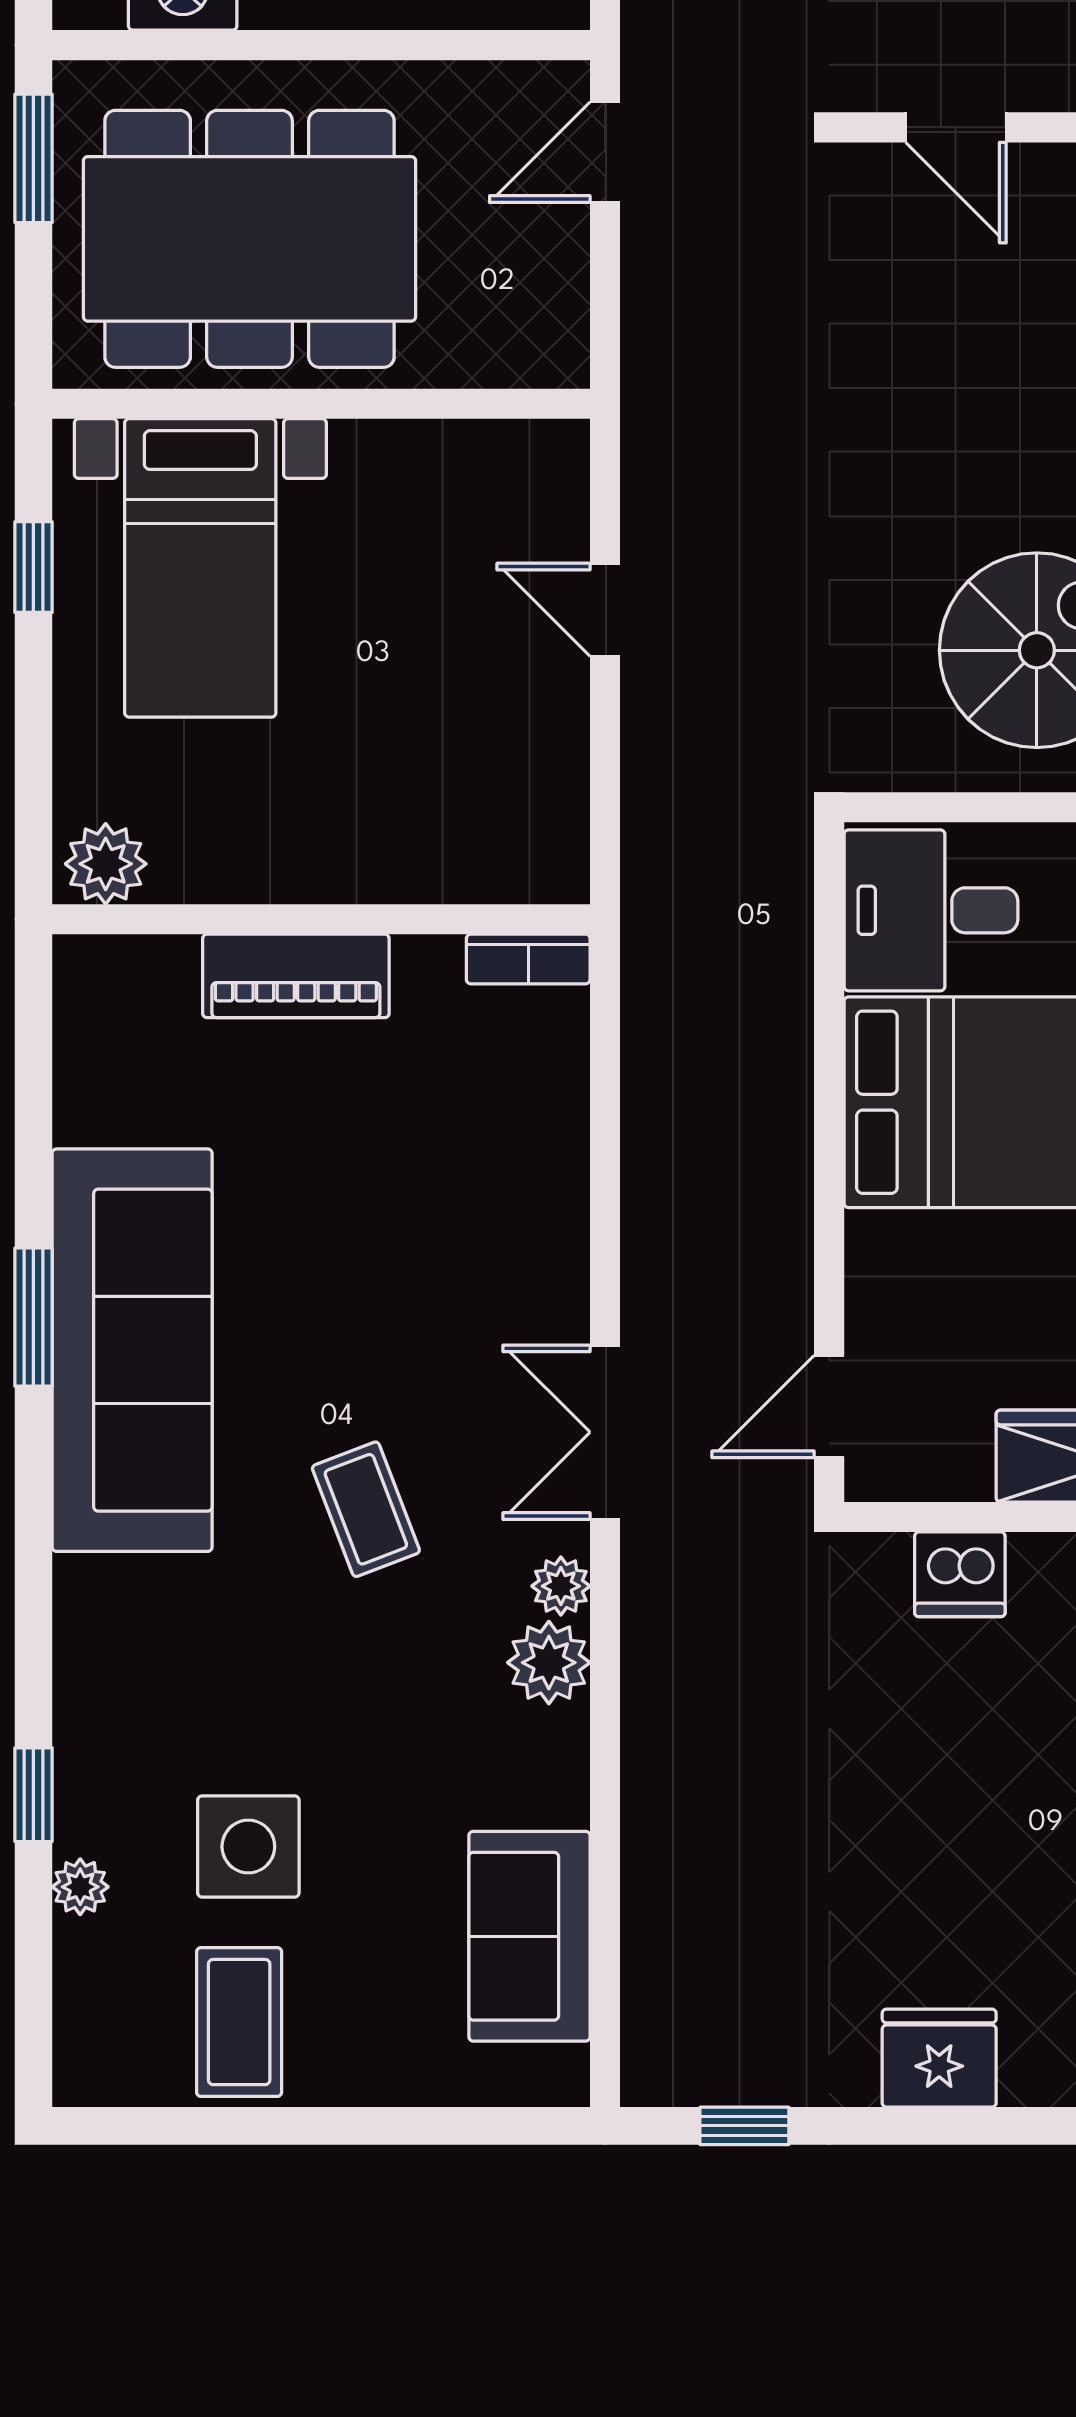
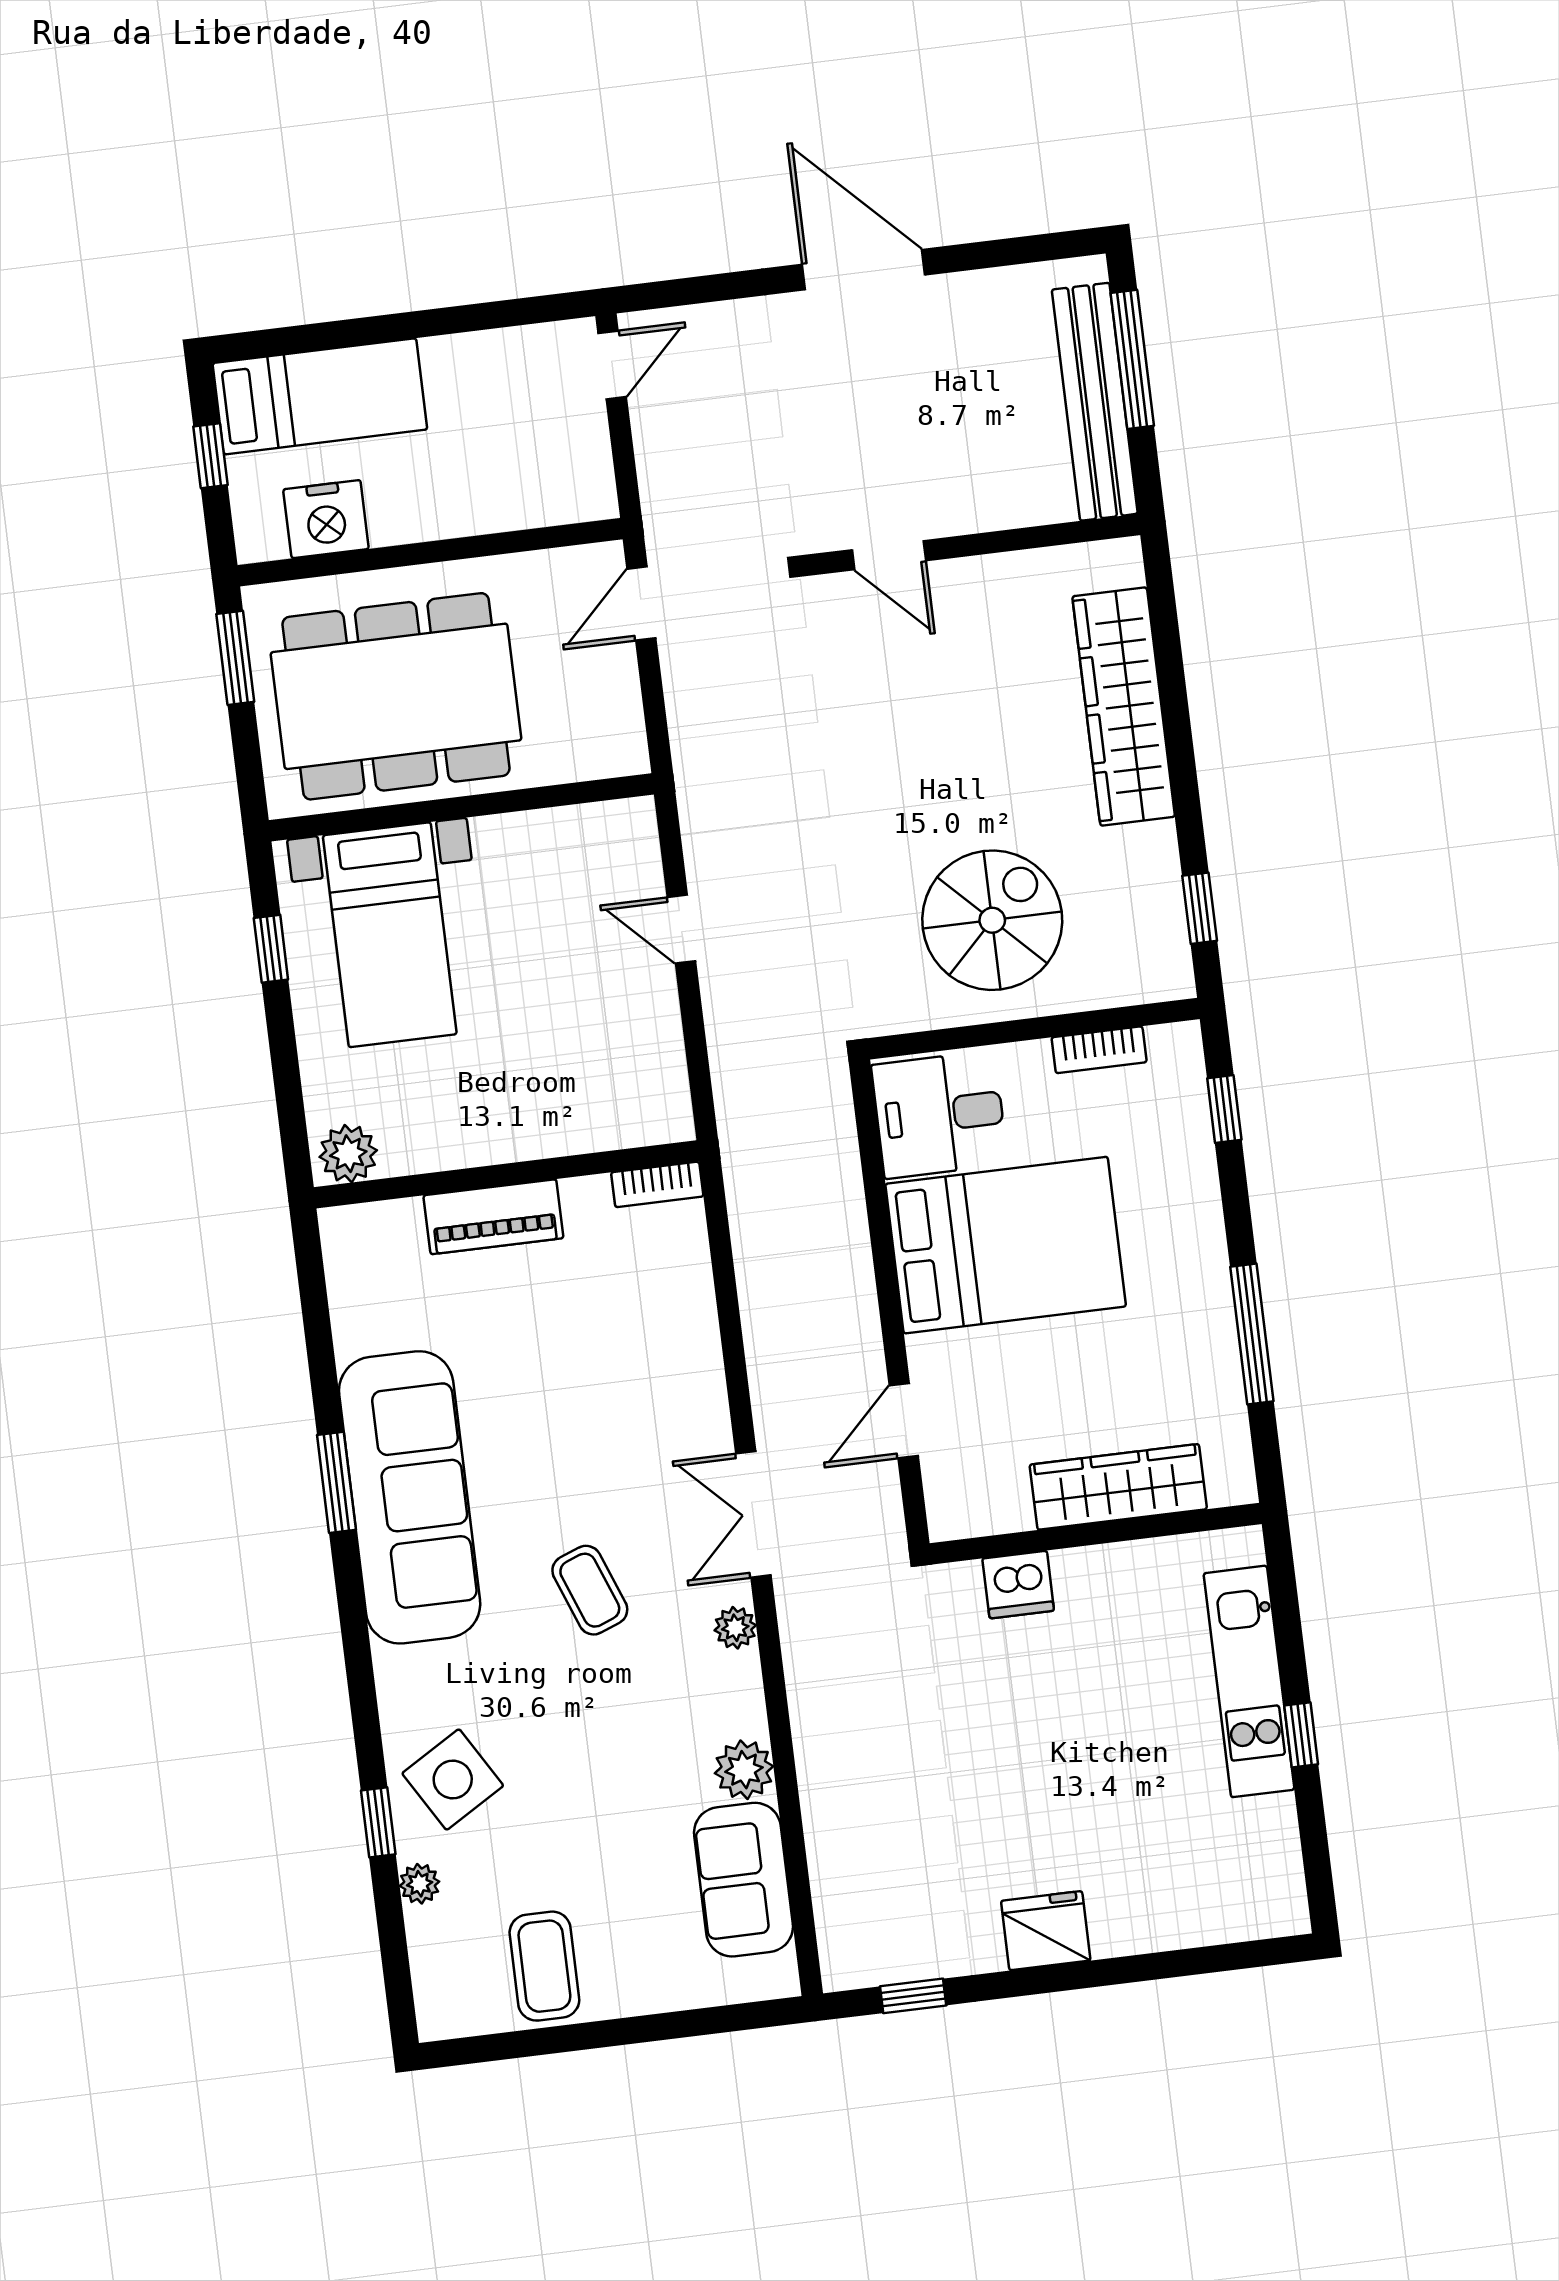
door: (829, 1407) -> (904, 1421), moved
plant: (549, 1663) -> (744, 1770), moved
side table: (248, 1847) -> (453, 1780), moved, turned -31

